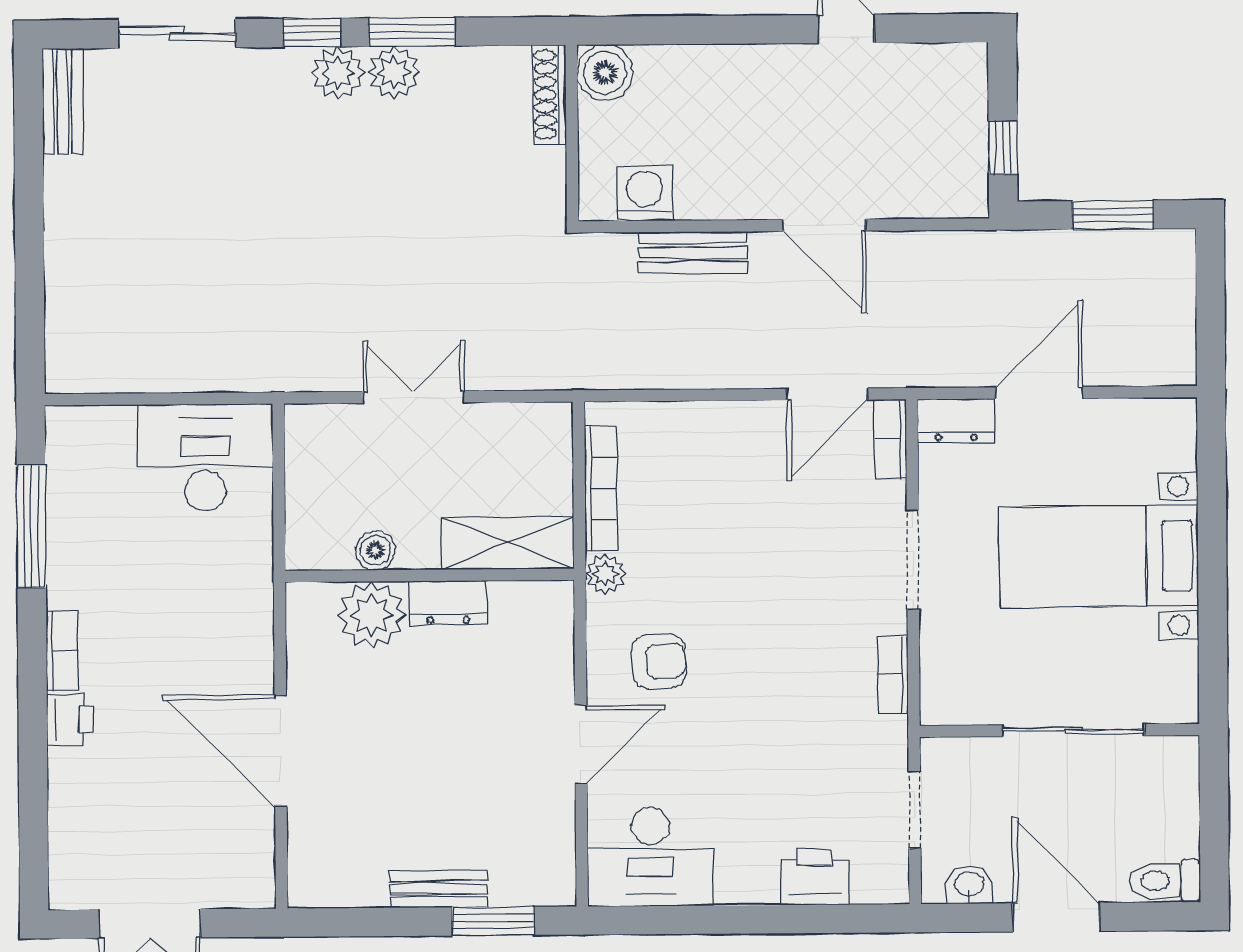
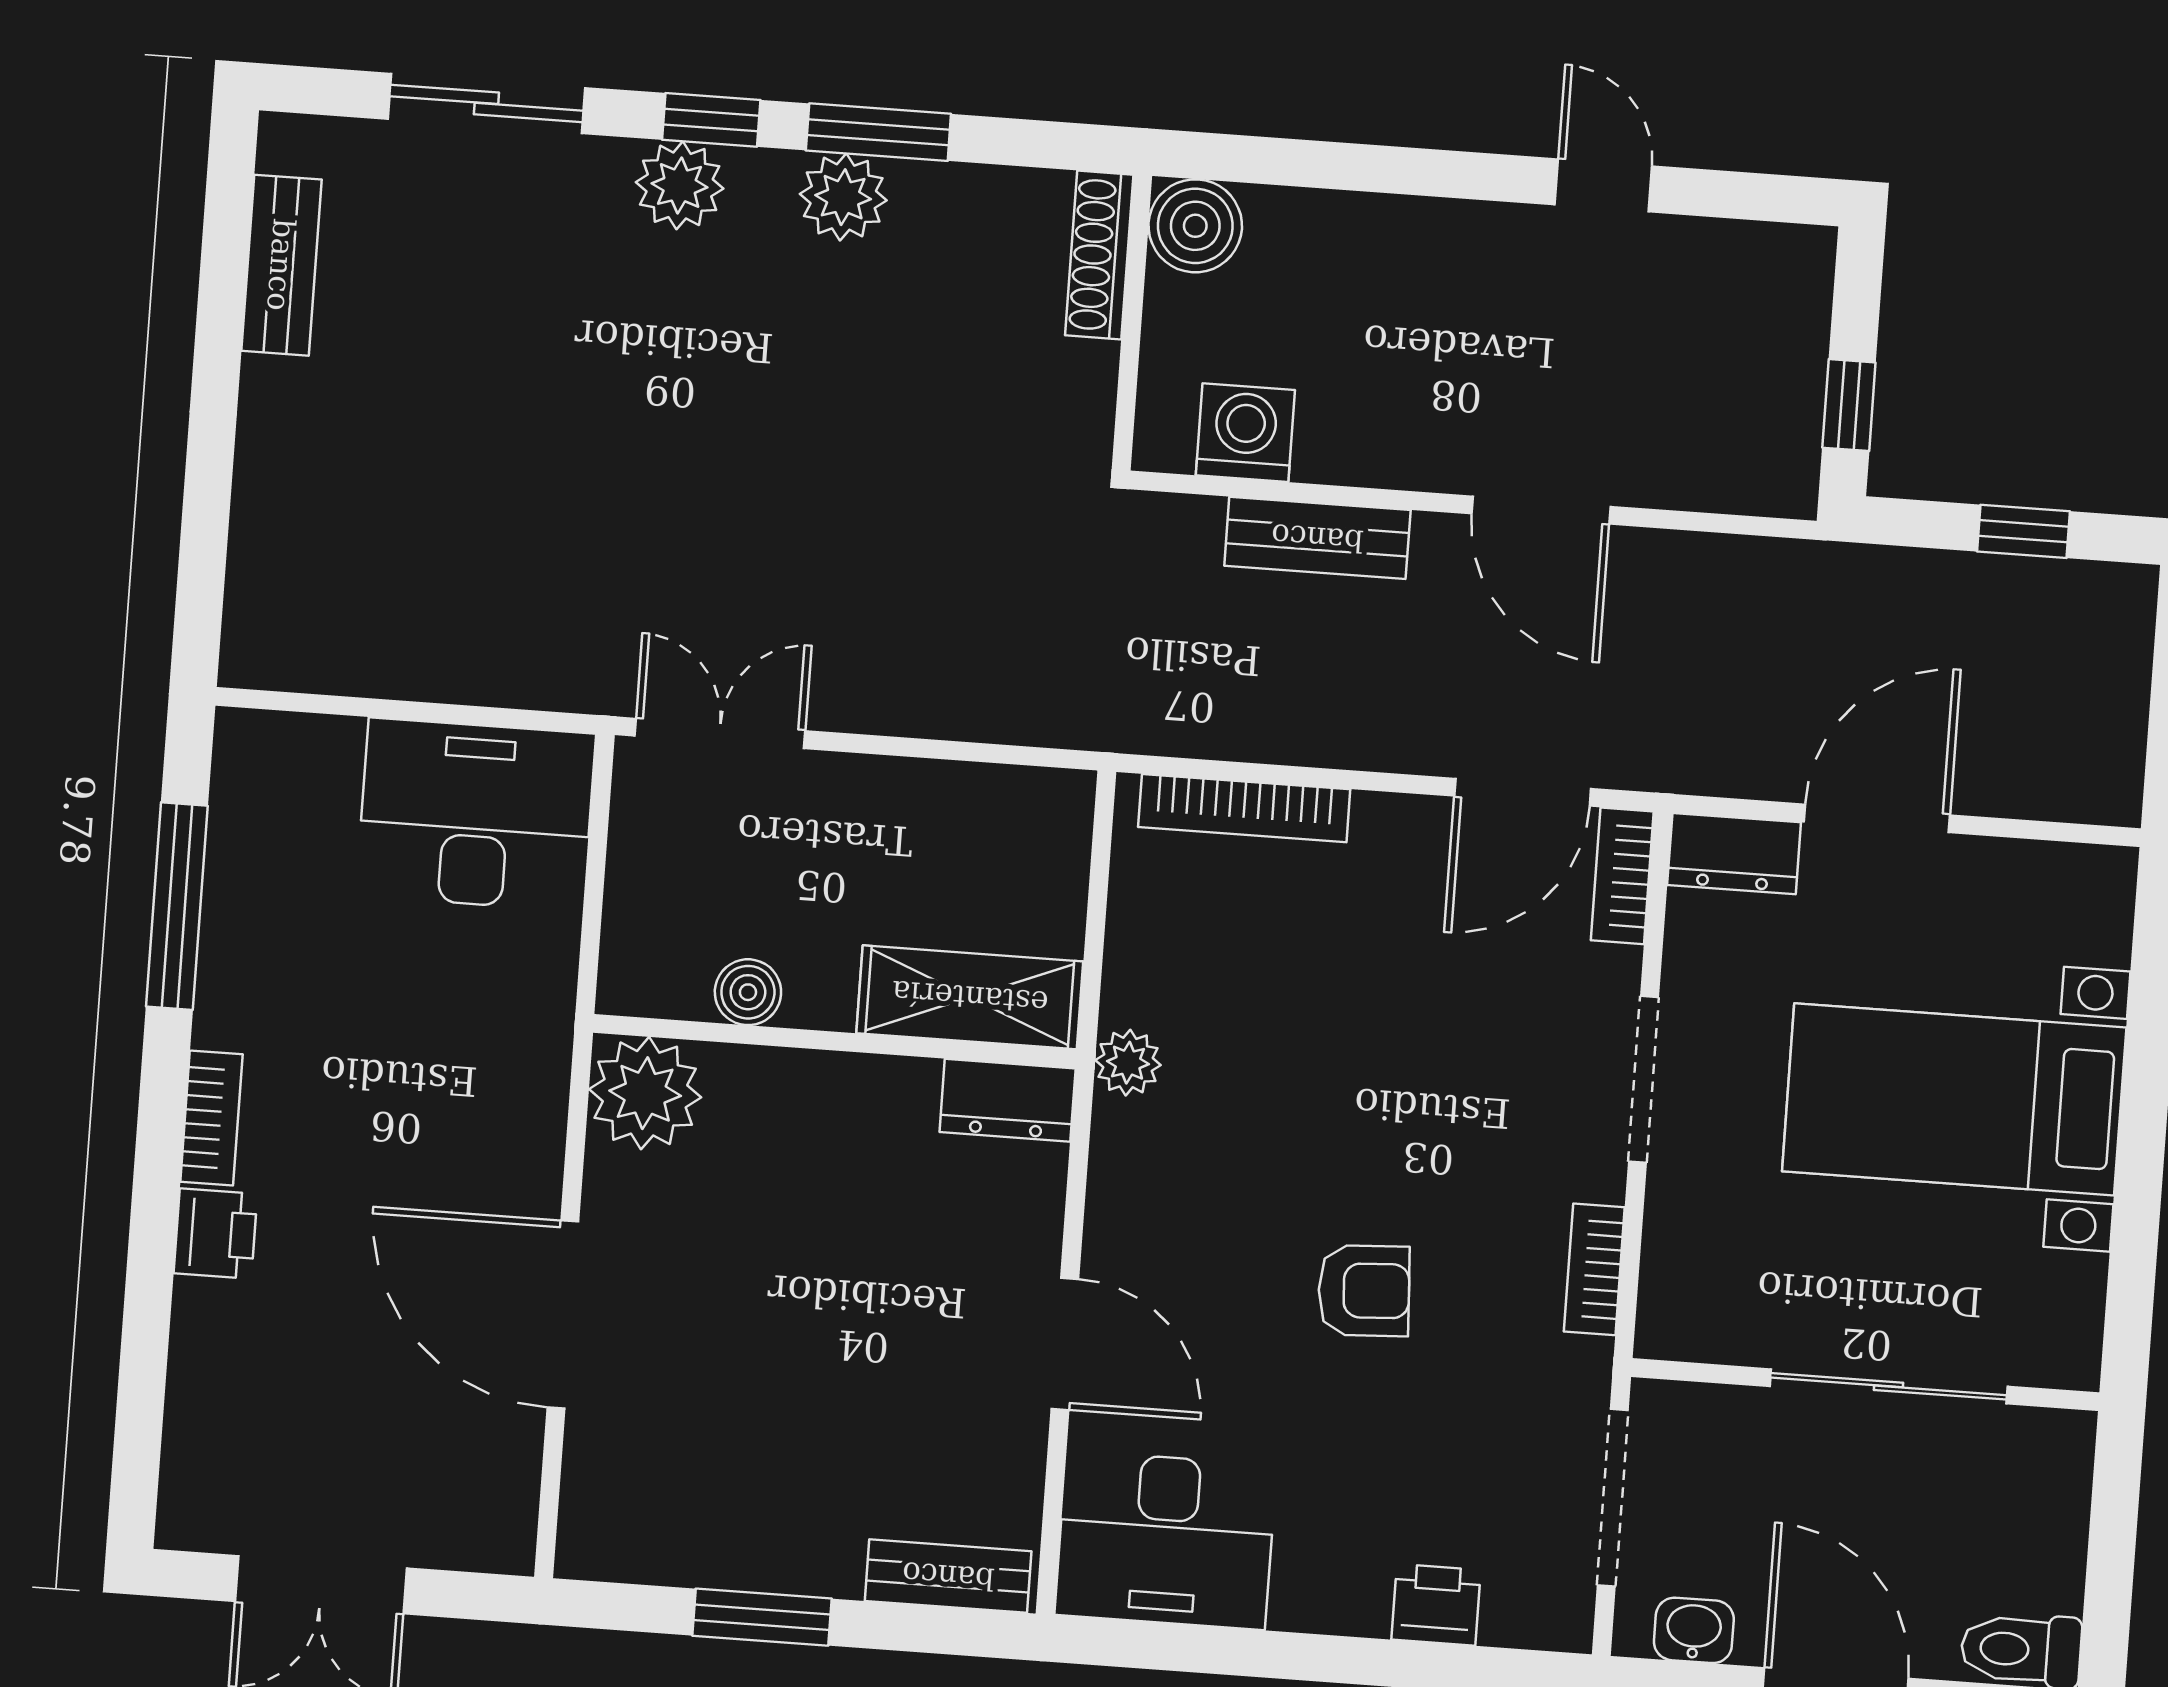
plant: (338, 73) -> (680, 185), moved
bench: (63, 101) -> (281, 265), moved
window: (1113, 215) -> (2023, 531), width x0.67
double door: (414, 397) -> (720, 733), moved
bookcase: (601, 488) -> (1244, 808), moved, turned 90
dresser: (448, 603) -> (1008, 1100), moved
plant: (372, 615) -> (645, 1093), moved
armchair: (659, 662) -> (1364, 1291), moved
door: (581, 745) -> (1065, 1344), hinge flipped
doorway: (915, 810) -> (1613, 1498), width x1.38
printer: (815, 877) -> (1436, 1605), width x0.73, depth x0.81
bench: (439, 889) -> (948, 1576), moved
window: (493, 921) -> (762, 1617), moved

